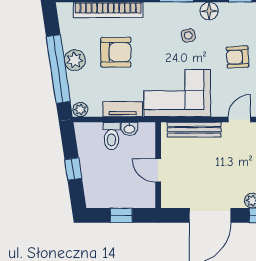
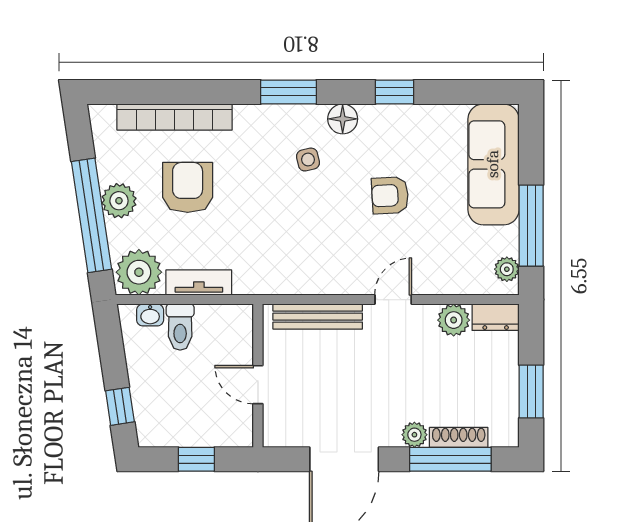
armchair: (116, 52) -> (188, 187), turned -90
corner sofa: (177, 93) -> (289, 256), removed
plant: (80, 109) -> (139, 272), width x1.88, depth x1.88
washbasin: (129, 129) -> (150, 315), moved
window: (73, 169) -> (120, 406), moved

